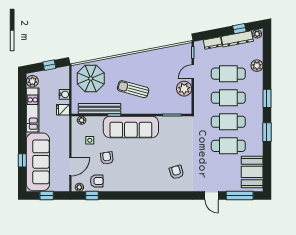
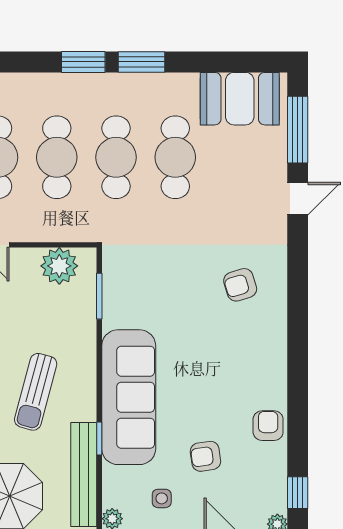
plant: (184, 89) -> (59, 266), moved
window: (267, 98) -> (83, 62), moved
armchair: (97, 181) -> (268, 426), moved

